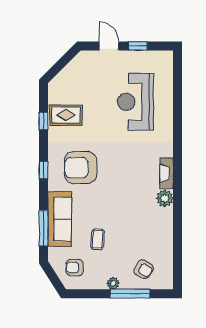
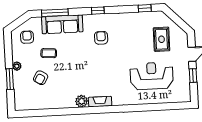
rug: (66, 115) -> (162, 39), moved
window: (43, 121) -> (145, 8), moved
armchair: (81, 168) -> (101, 38), width x0.53, depth x0.53
armchair: (144, 269) -> (41, 78), moved
window: (130, 294) -> (10, 79), width x0.69

